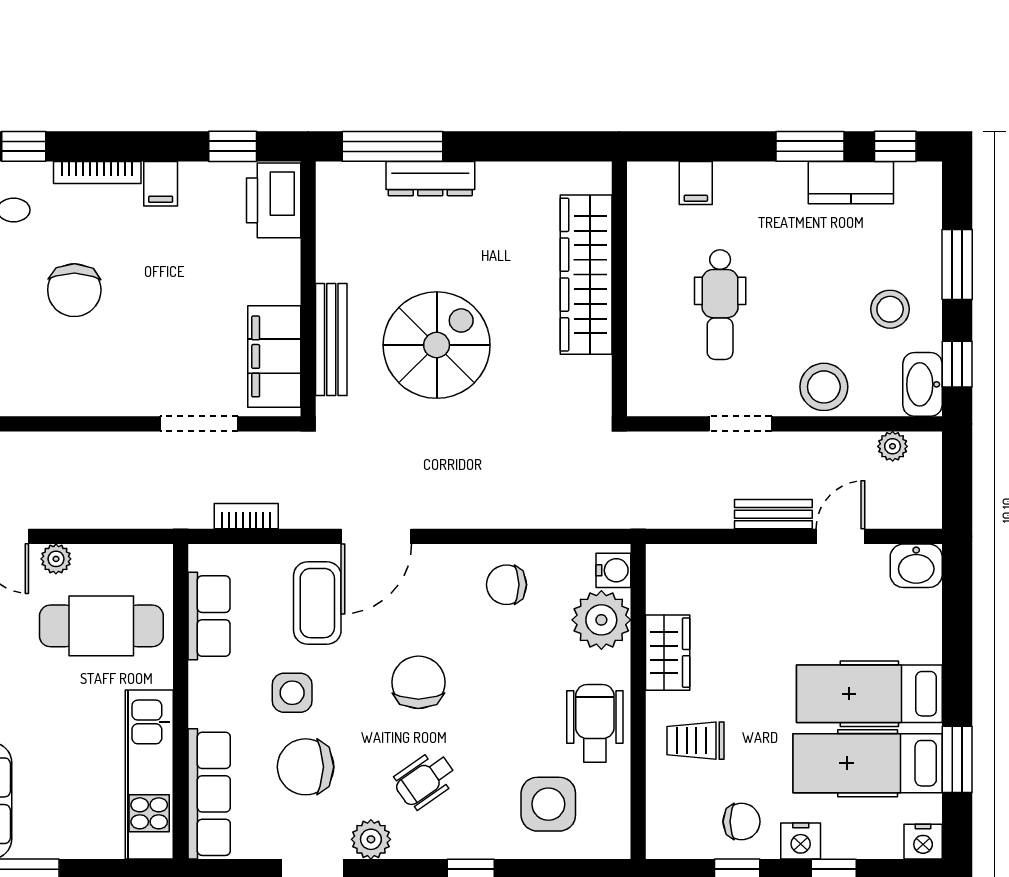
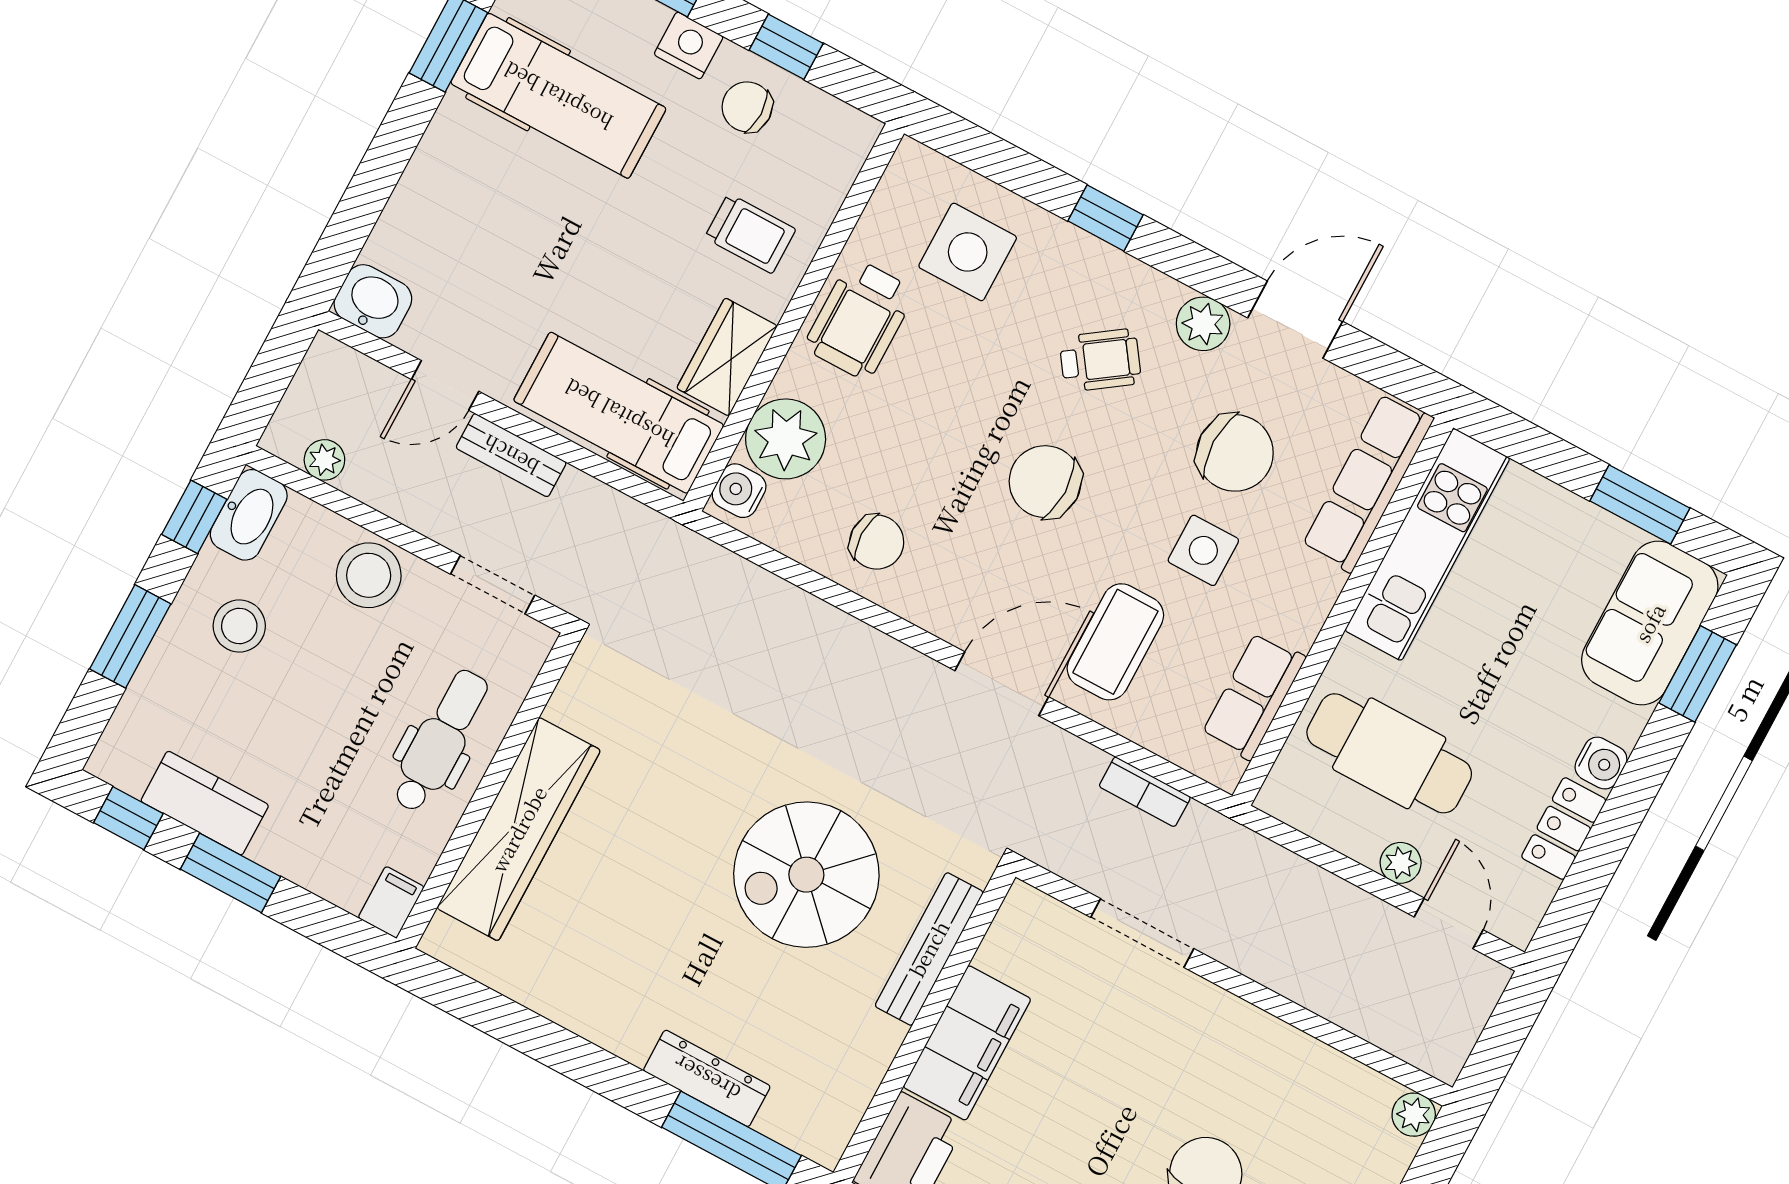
wardrobe: (586, 275) -> (519, 829), moved
wall: (619, 289) -> (488, 791), moved
filing cabinet: (274, 356) -> (967, 1043), moved
chair: (418, 682) -> (1045, 482), turned 90
hospital bed: (869, 694) -> (619, 413), moved, turned 180

